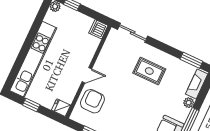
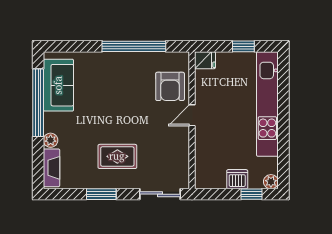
dishwasher: (98, 29) -> (237, 179), moved, turned -90
window: (191, 60) -> (101, 194), moved

